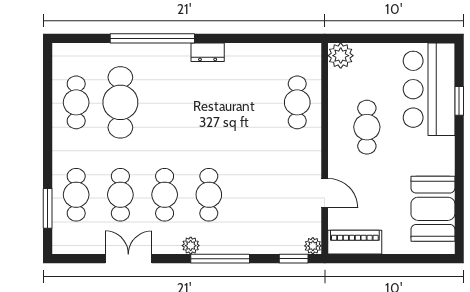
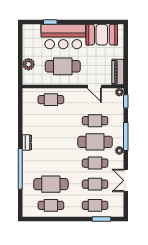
plant: (341, 56) -> (29, 64), moved
bar counter: (429, 89) -> (63, 37), moved
cafe table: (367, 127) -> (63, 66), width x1.37, depth x1.35
door: (325, 193) -> (94, 86), swing flipped
cafe table: (209, 195) -> (95, 142), width x1.37, depth x1.35
cafe table: (253, 195) -> (95, 121), added

